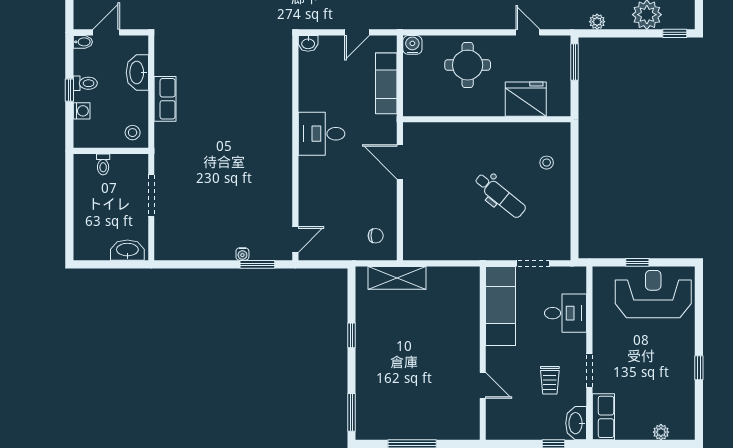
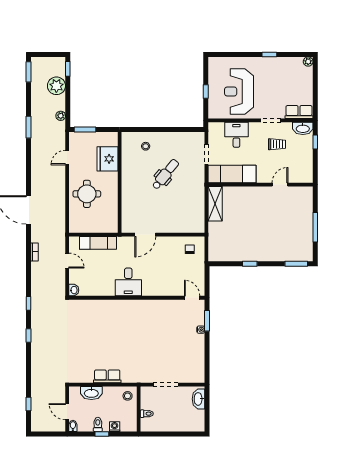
water cooler: (412, 45) -> (75, 227), removed
shelving: (397, 278) -> (215, 204), moved
reception desk: (653, 294) -> (239, 91), moved
plant: (661, 432) -> (308, 62), moved

